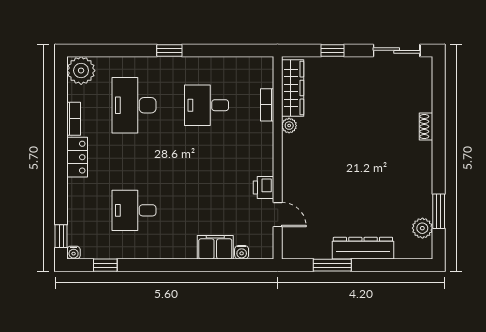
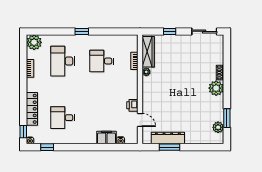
plant: (419, 156) -> (216, 88), added
locker: (77, 157) -> (32, 109), moved, width x1.53
dresser: (363, 248) -> (168, 138), moved

